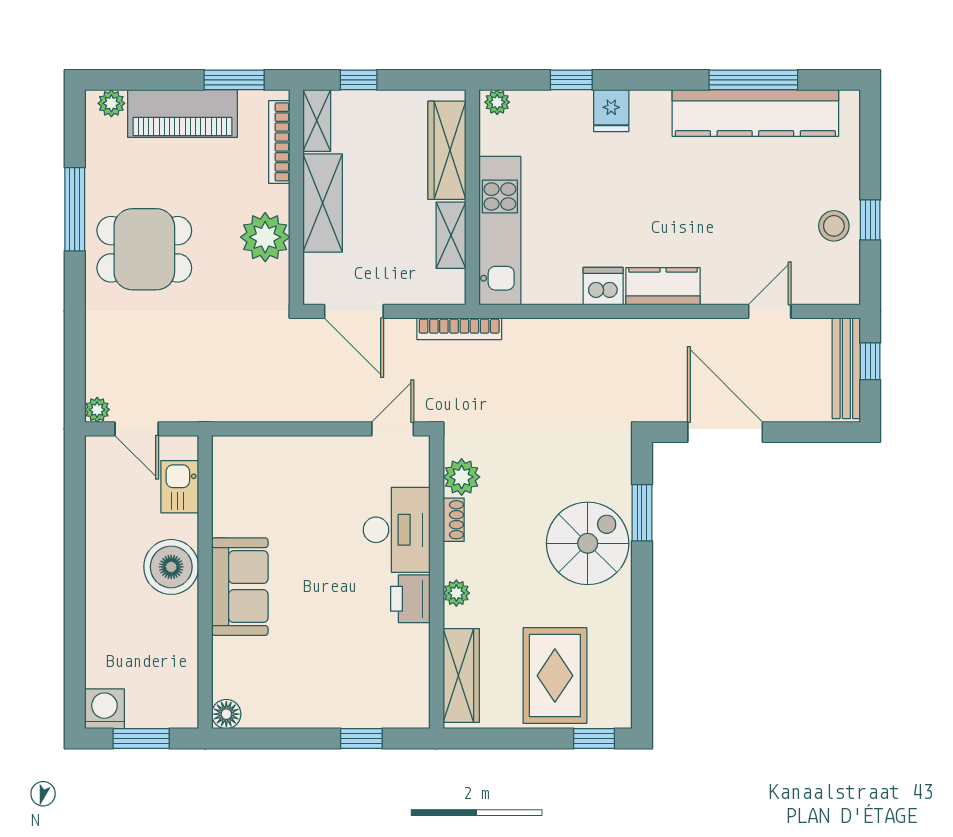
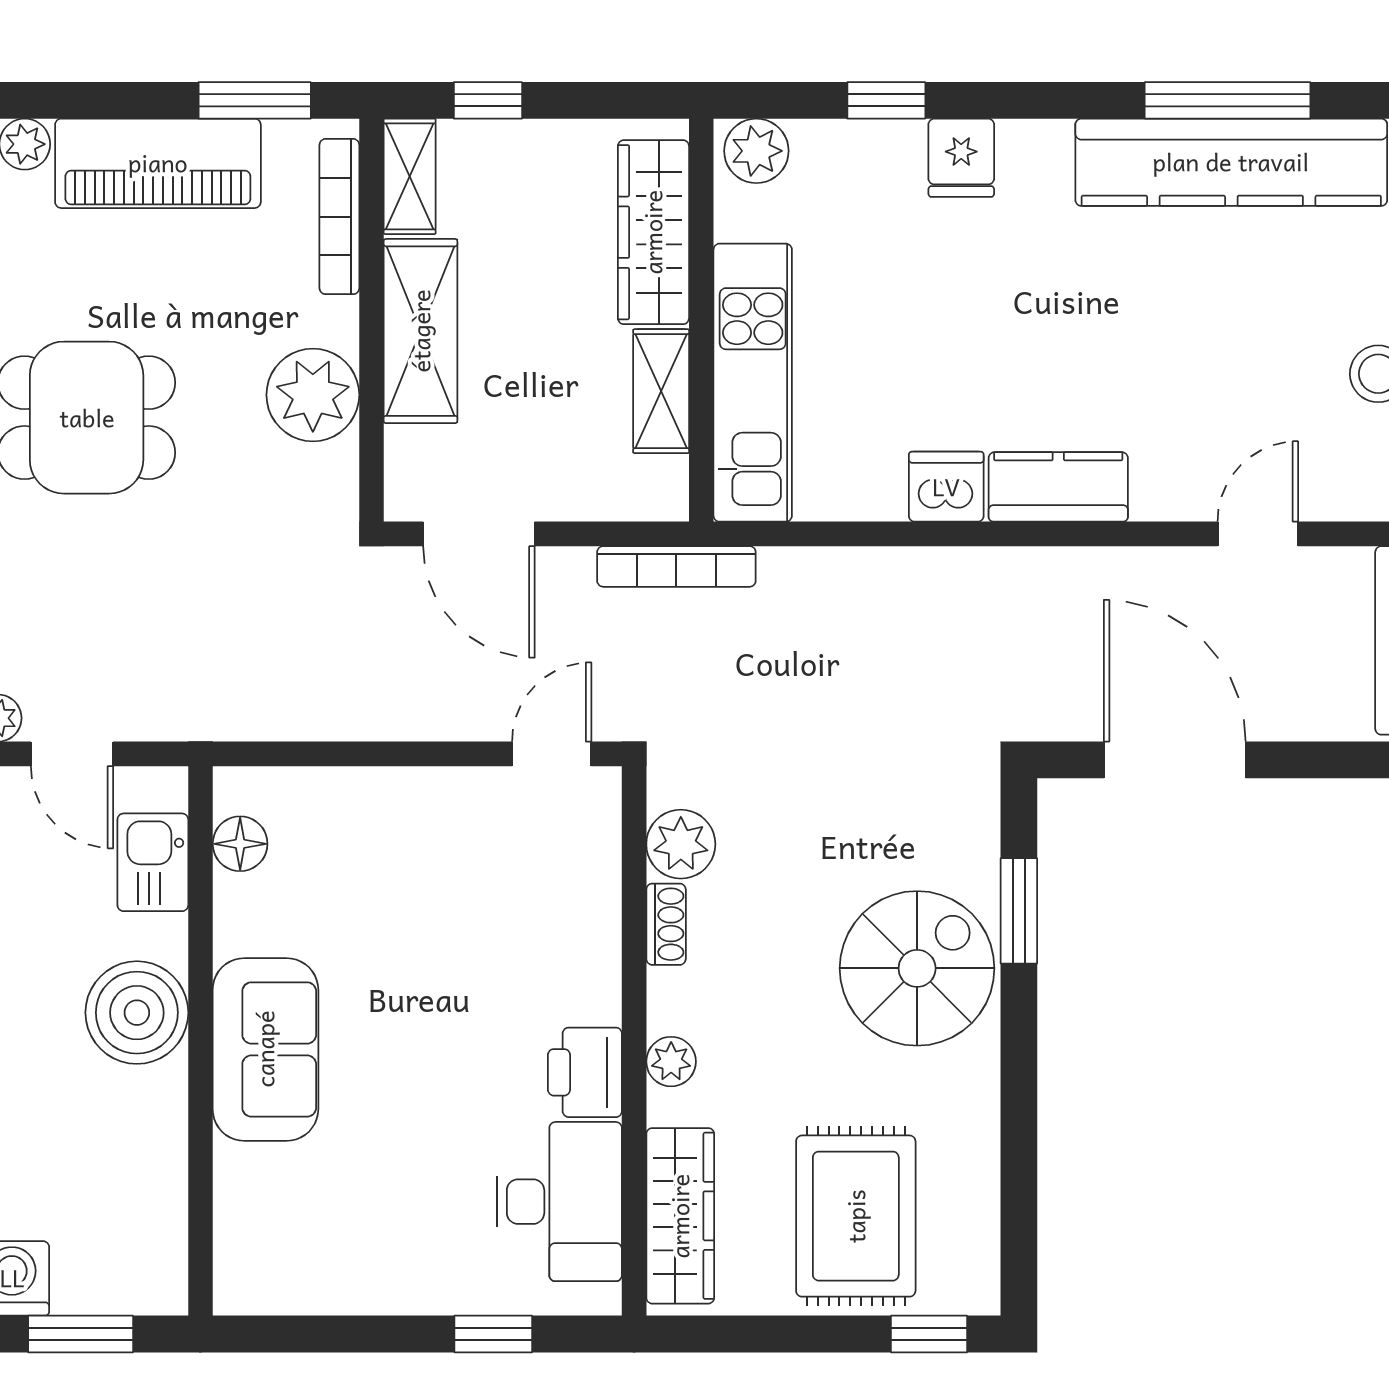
plant: (497, 102) -> (756, 151), width x1.38, depth x1.38
desk: (397, 530) -> (559, 1202), moved
floor lamp: (226, 714) -> (240, 844), moved

